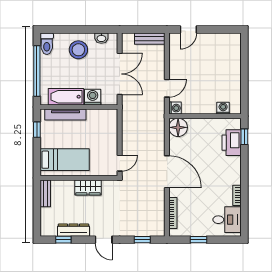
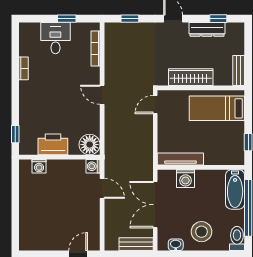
bench: (150, 39) -> (136, 244), moved
door: (167, 88) -> (102, 188), swing flipped
bathtub: (66, 97) -> (235, 189), moved, turned 90
tv unit: (65, 115) -> (180, 159), moved
printer: (232, 143) -> (53, 144), moved, turned -90
door: (167, 172) -> (102, 95), width x0.53
wardrobe: (88, 188) -> (191, 77), width x1.50
desk: (227, 220) -> (55, 38), moved, turned 90

